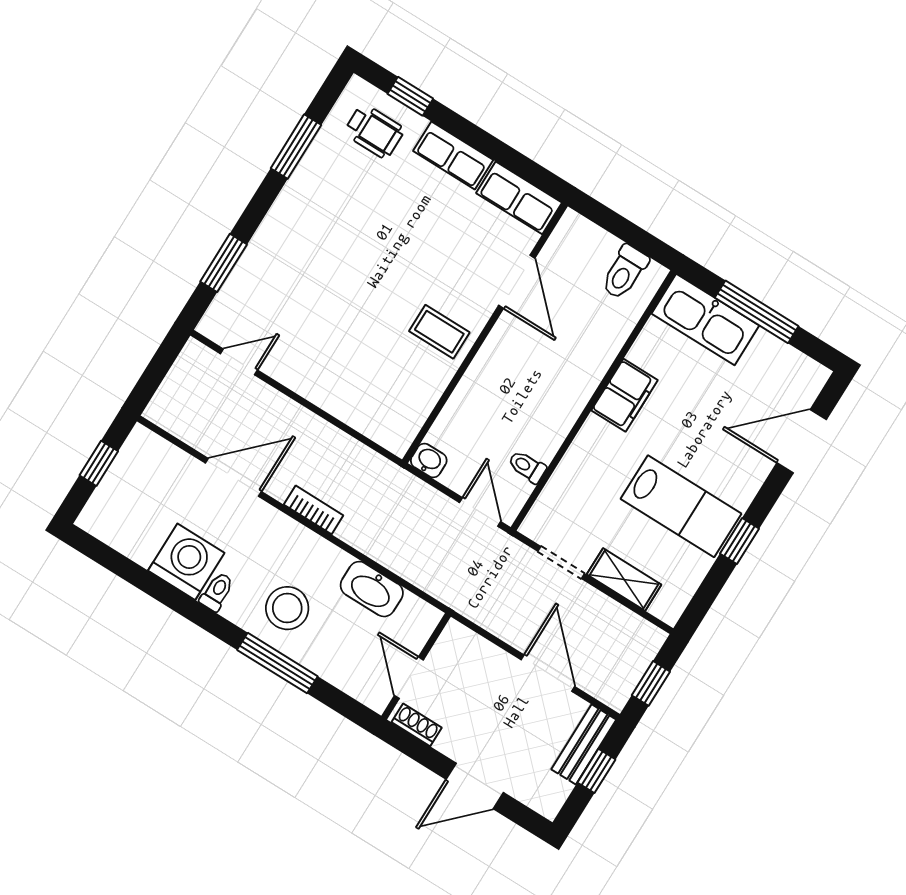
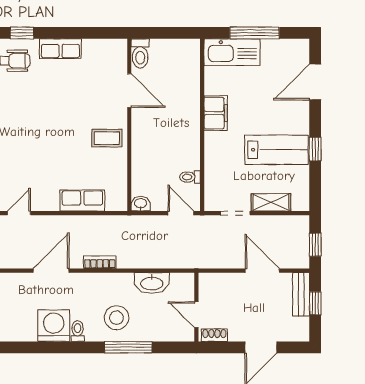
row of seats: (519, 198) -> (82, 201), moved, turned 180
toilet: (625, 272) -> (140, 53), moved

